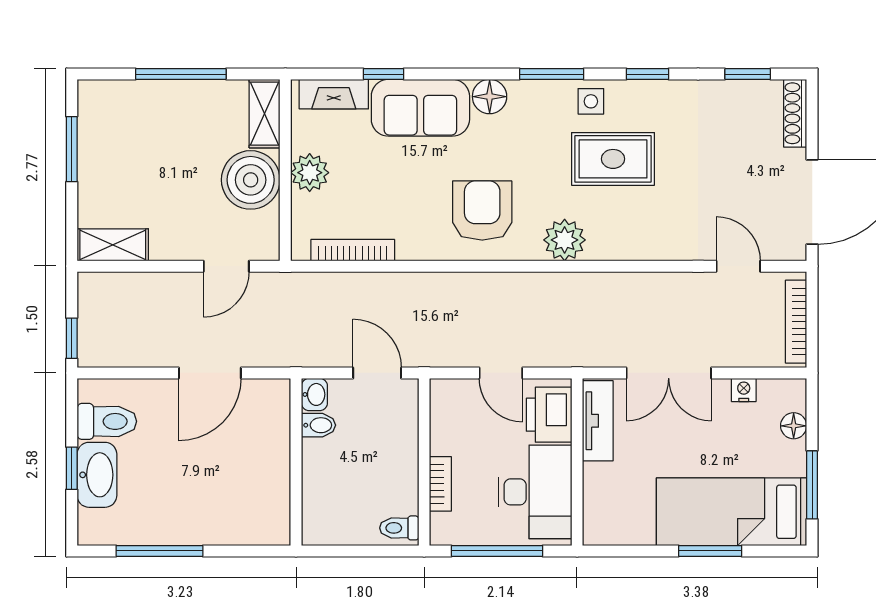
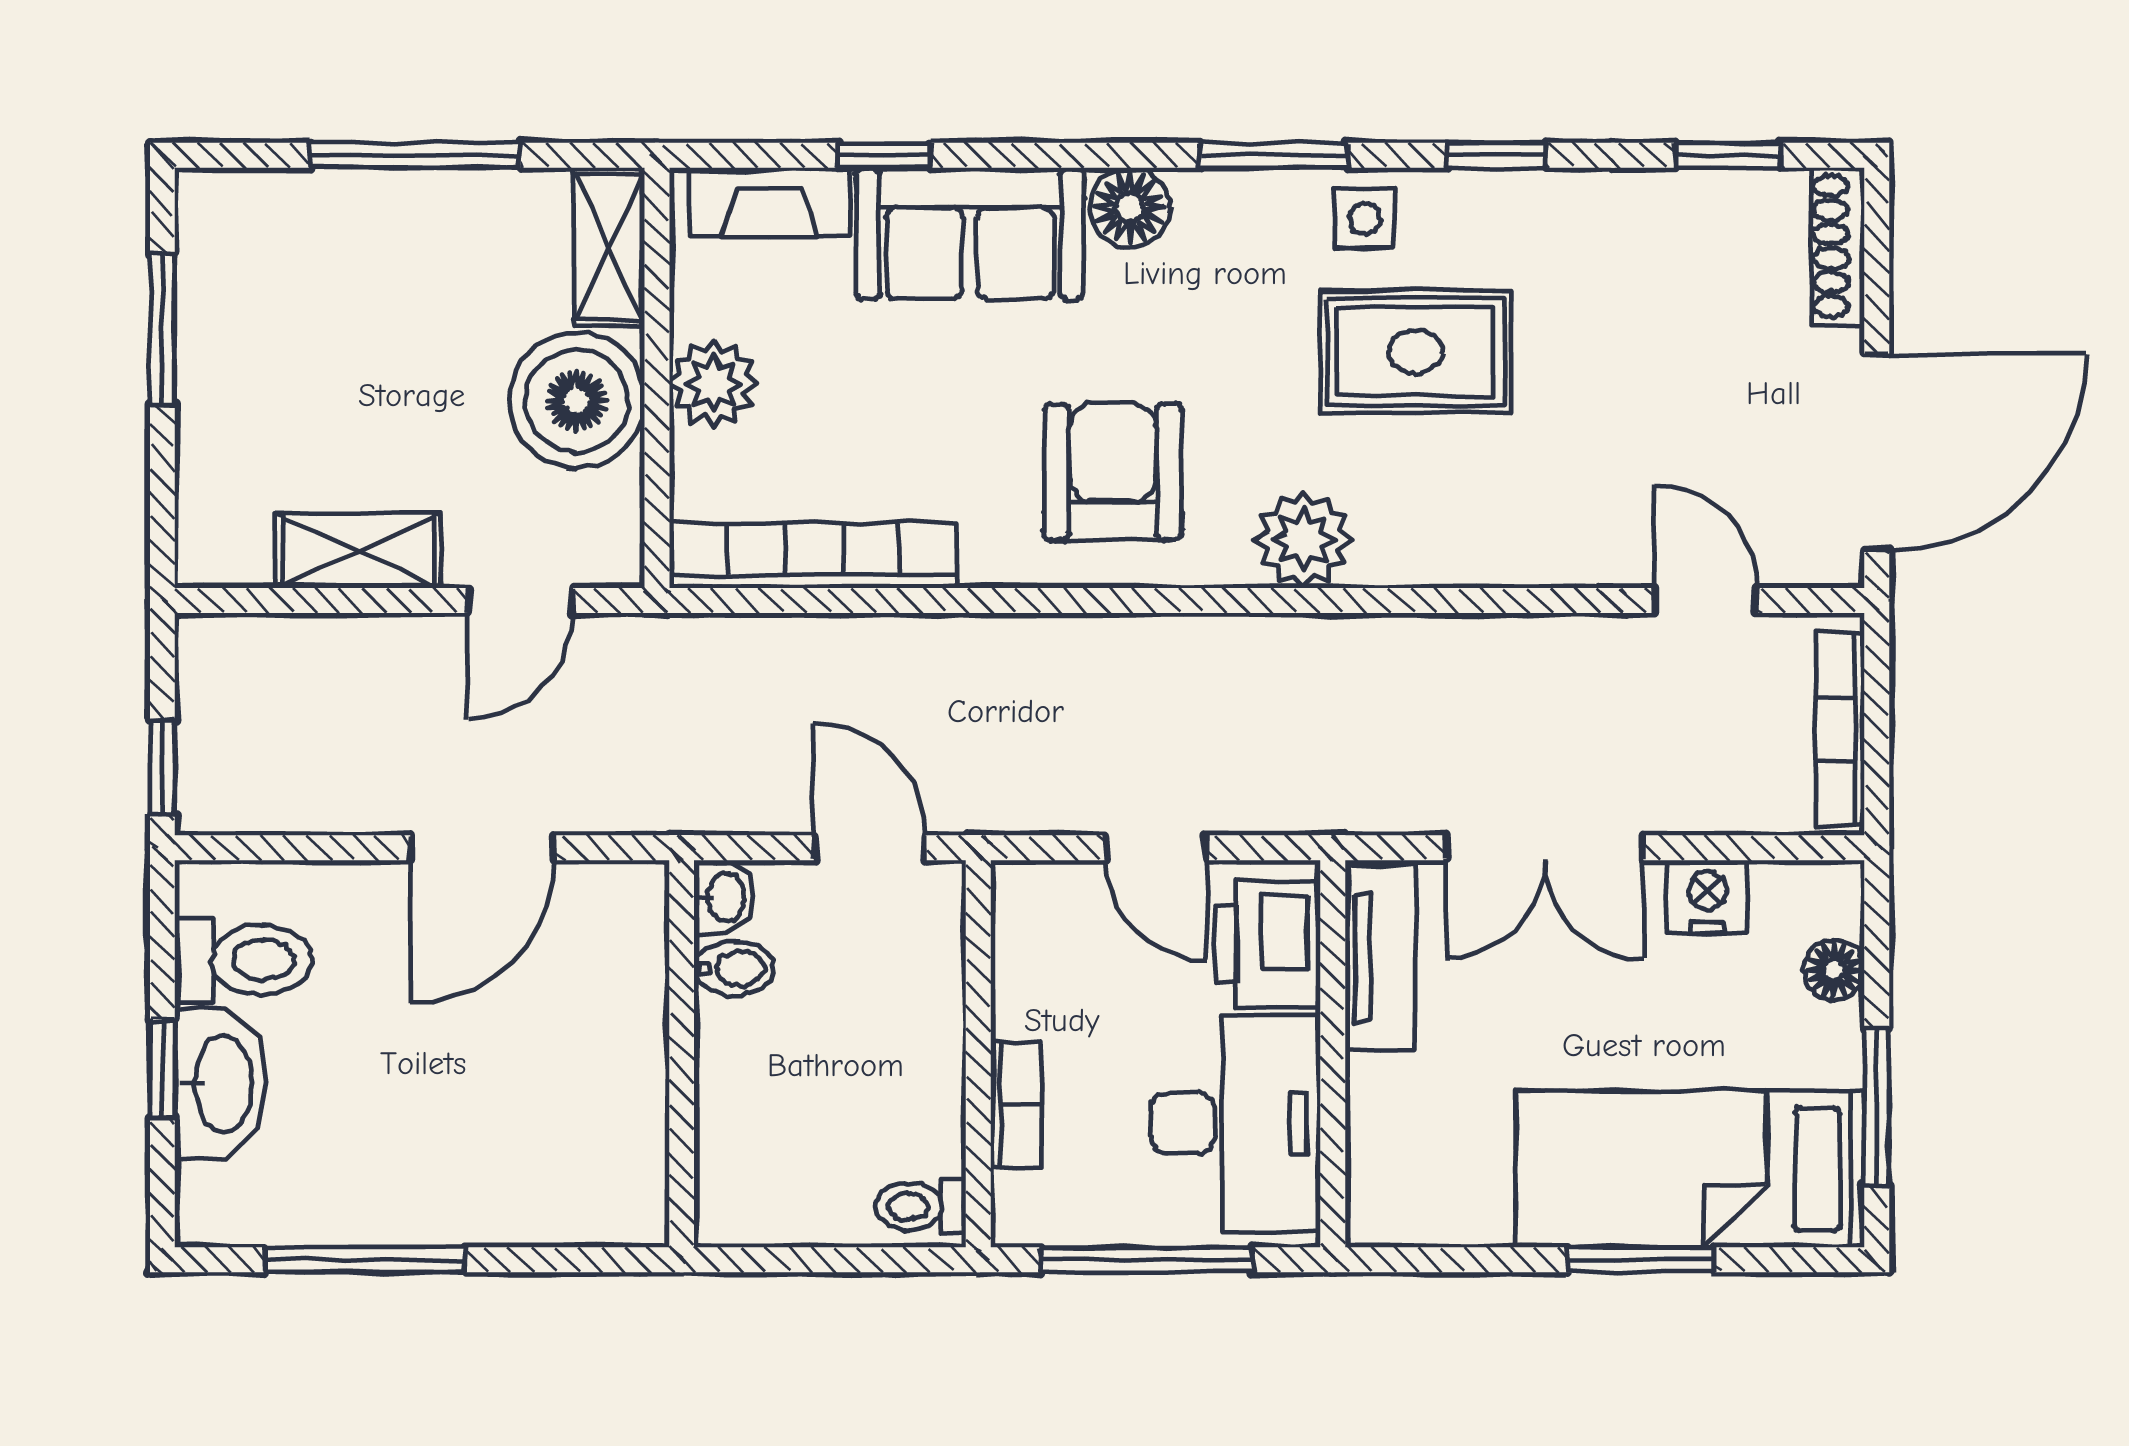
shelving: (113, 245) -> (359, 551), moved
bookcase: (353, 250) -> (813, 555), width x1.48, depth x1.31
nightstand: (744, 390) -> (1707, 896), width x1.39, depth x1.35

